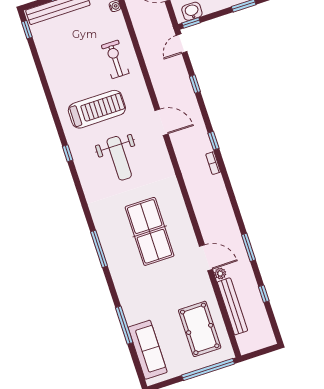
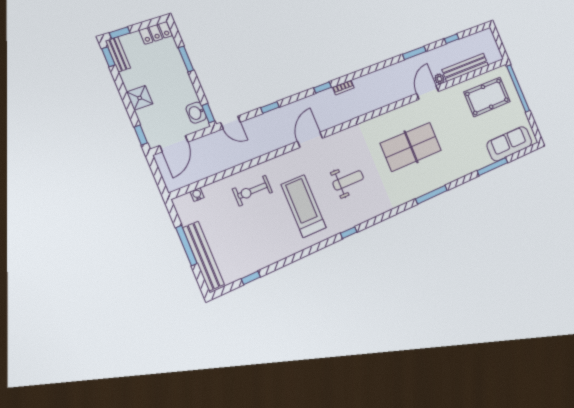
window: (27, 30) -> (251, 278), moved
weight bench: (119, 158) -> (348, 180), width x0.73, depth x0.75

